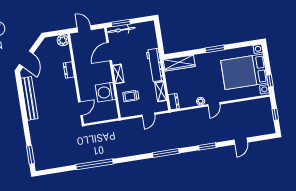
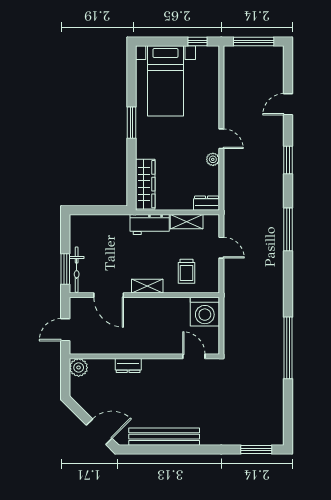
workbench: (155, 65) -> (150, 224), width x0.73
bed with nightstands: (244, 72) -> (165, 81), width x0.73
washing machine: (105, 92) -> (205, 312), moved
window: (275, 114) -> (254, 41), width x2.17
door: (241, 141) -> (288, 104), swing flipped

